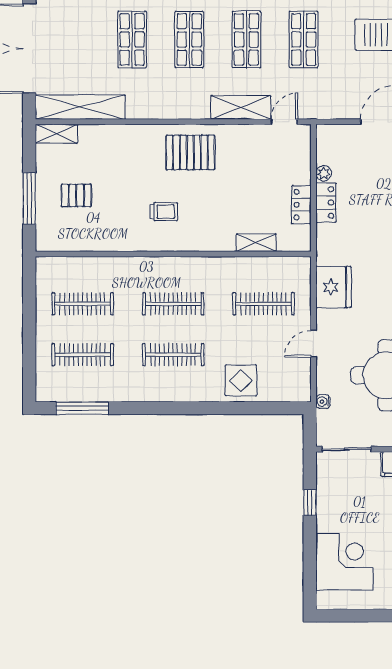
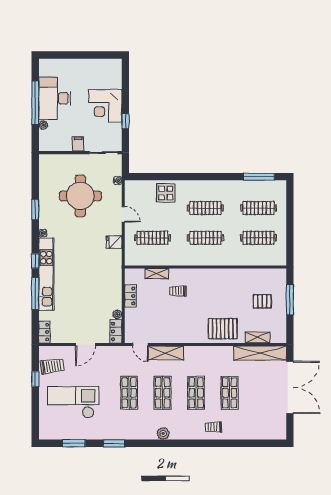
door: (284, 122) -> (140, 345), hinge flipped
shelving: (56, 134) -> (258, 338), moved
pallet: (190, 152) -> (223, 329), moved
locker: (326, 203) -> (116, 331), moved
trolley: (164, 212) -> (178, 291), moved
fridge: (334, 287) -> (114, 242), width x0.53, depth x0.75
door: (313, 344) -> (123, 214), hinge flipped
corner desk: (344, 562) -> (105, 106), moved

